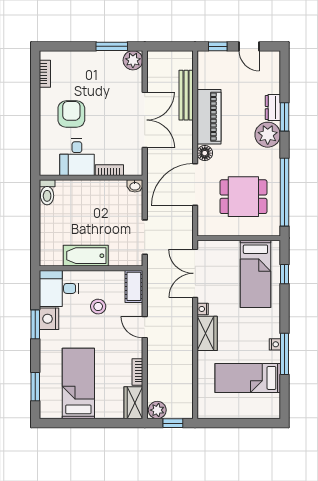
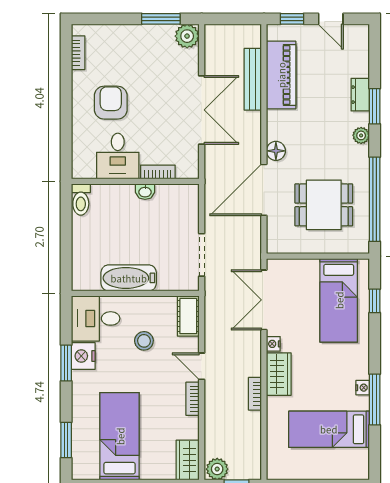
piano: (209, 117) -> (281, 75), moved
plant: (268, 135) -> (361, 135), width x0.53, depth x0.53
washbasin: (135, 186) -> (145, 192), moved
bookcase: (188, 349) -> (255, 394), added
bookcase: (137, 372) -> (193, 399), moved

